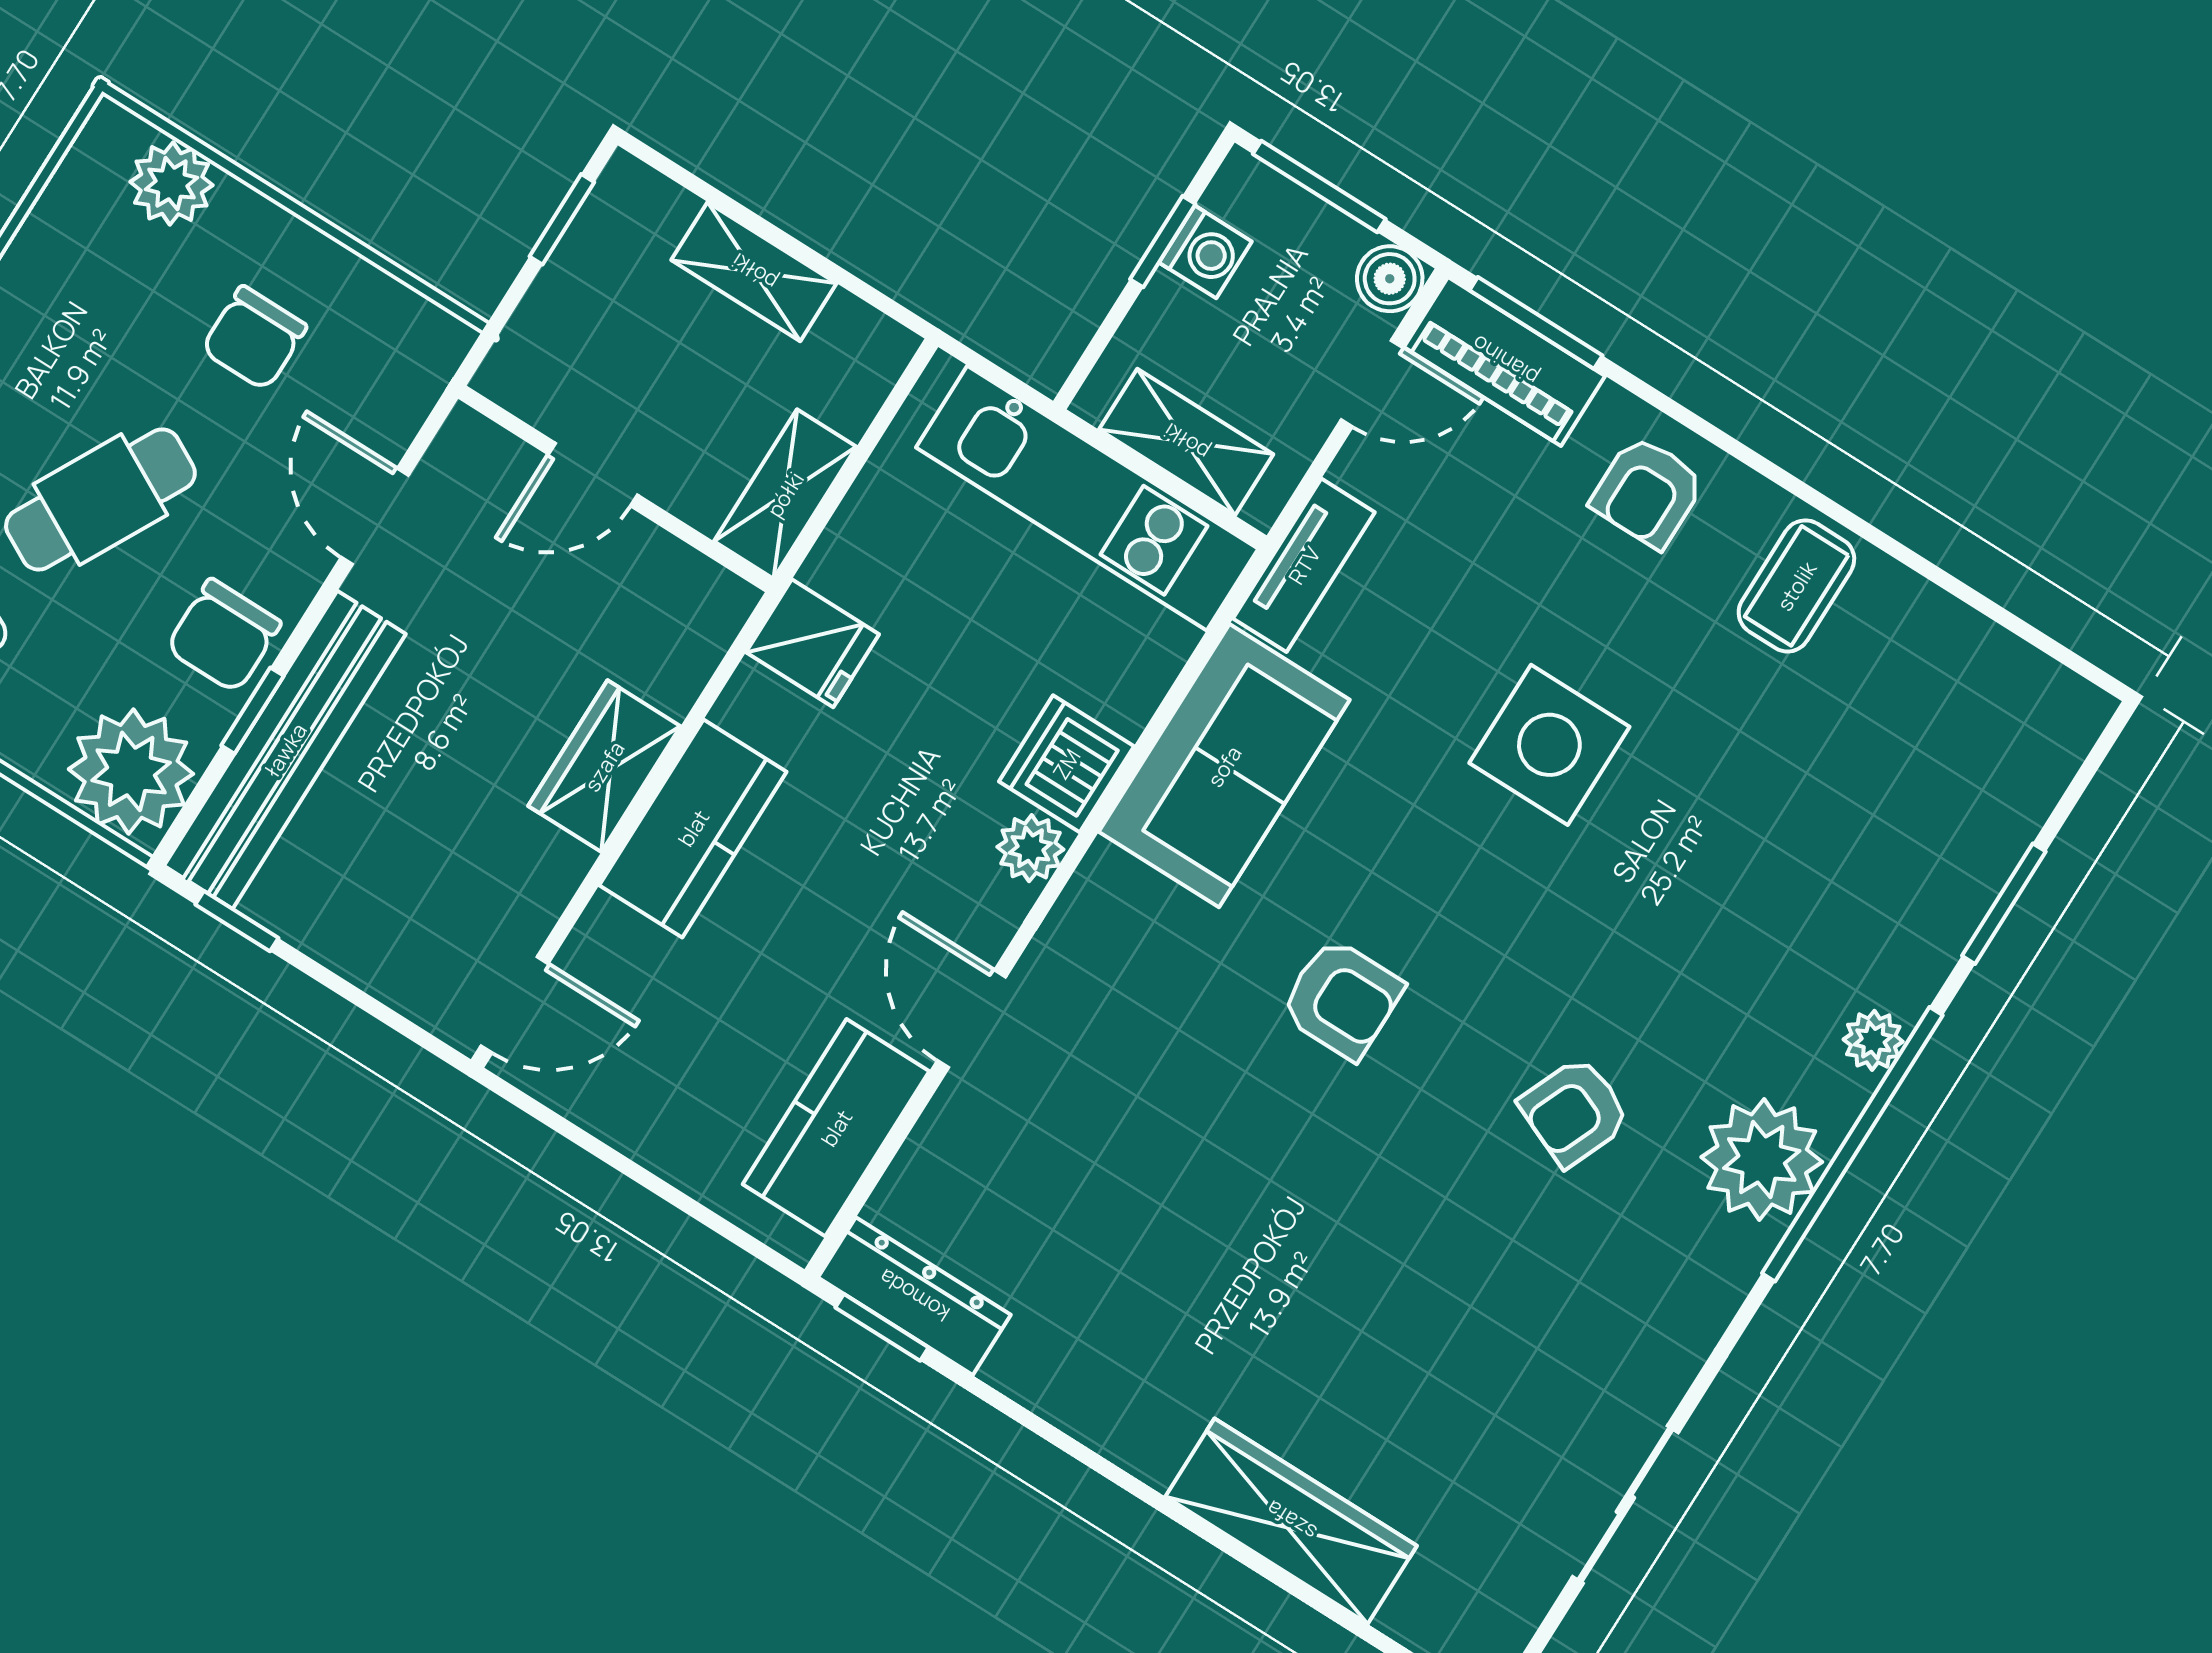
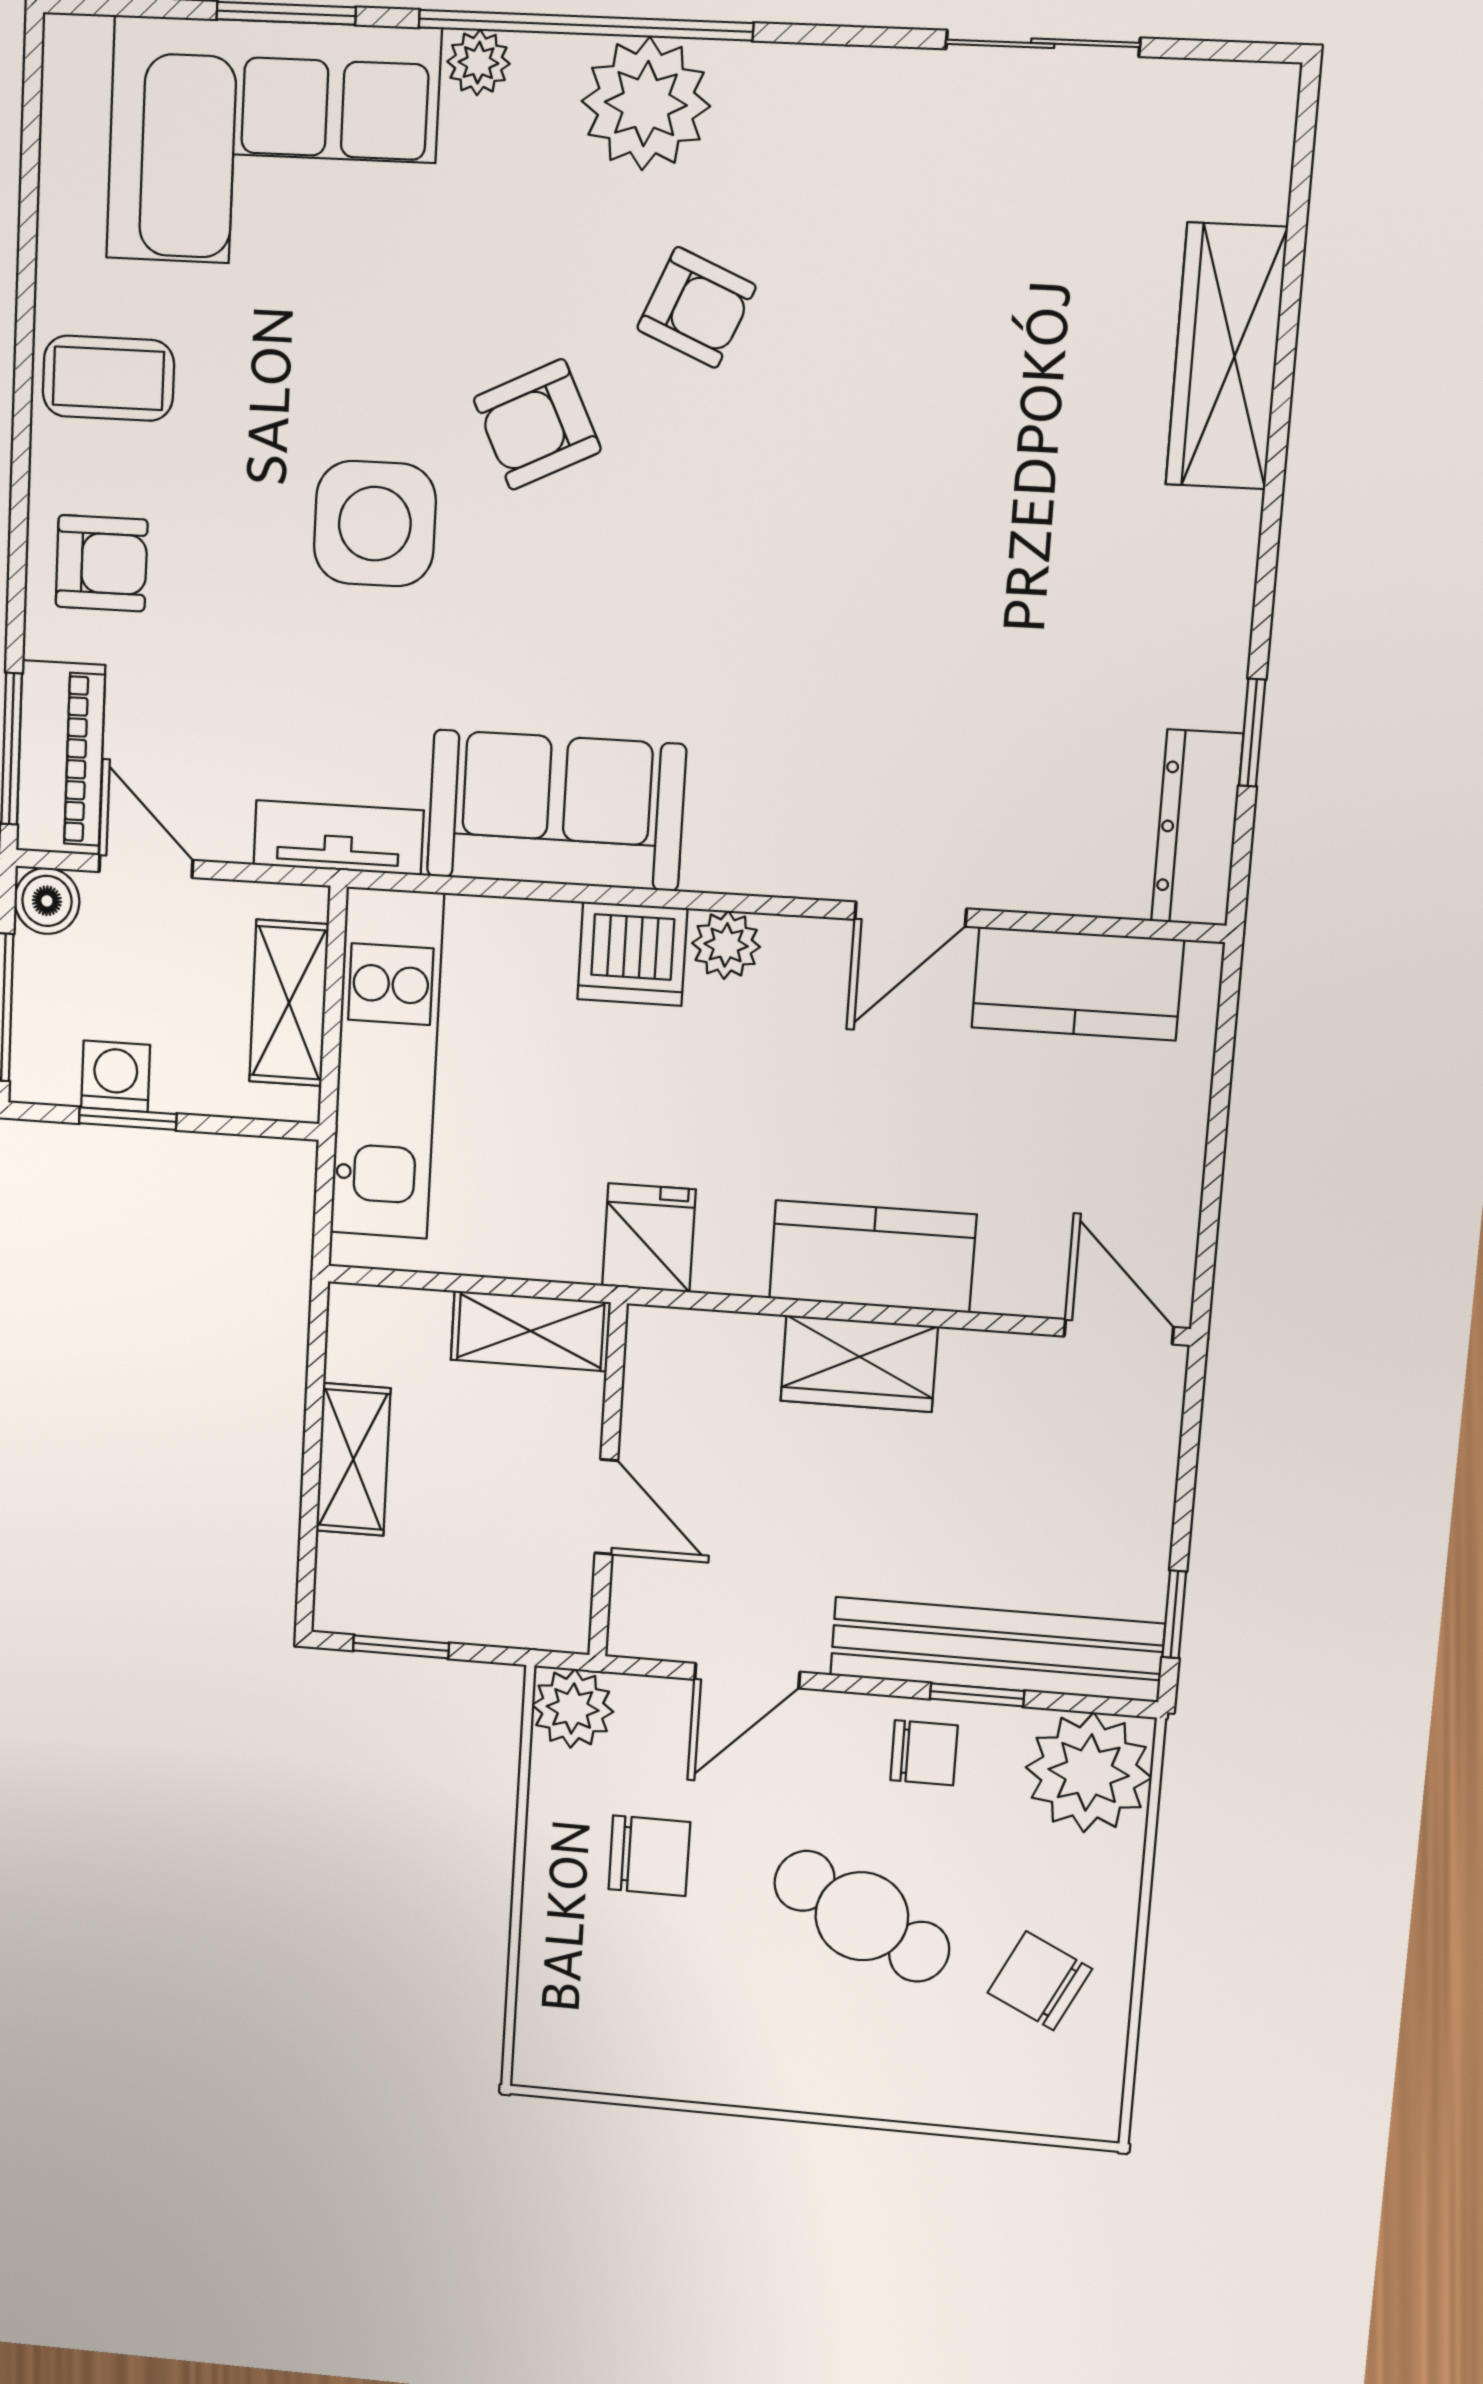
plant: (171, 184) -> (573, 1708), moved
chair: (223, 636) -> (924, 1753), width x0.73, depth x0.73
corner sofa: (1907, 833) -> (273, 144), added
armchair: (1342, 999) -> (537, 425), moved, turned -116
window: (882, 1327) -> (1252, 733), moved

